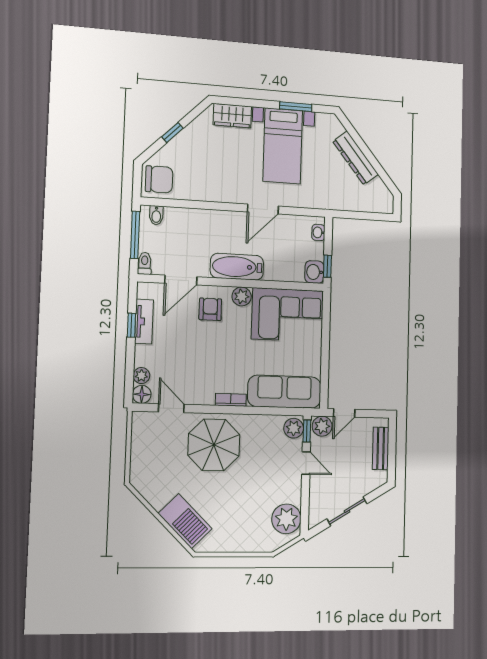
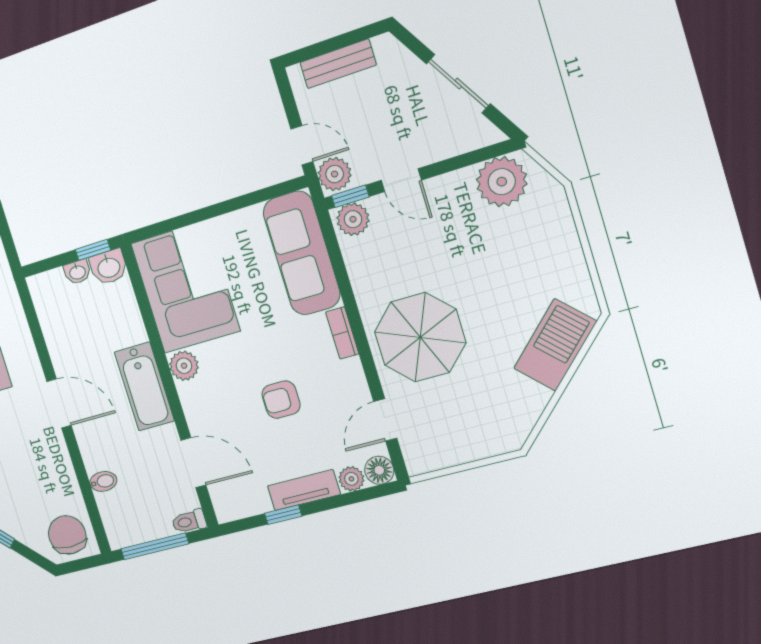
door: (263, 209) -> (59, 403), moved
bidet: (156, 215) -> (103, 481), moved
washbasin: (318, 232) -> (77, 272), moved
armchair: (210, 309) -> (281, 400), moved
tv unit: (144, 322) -> (304, 490), moved
door: (306, 463) -> (401, 180), swing flipped

